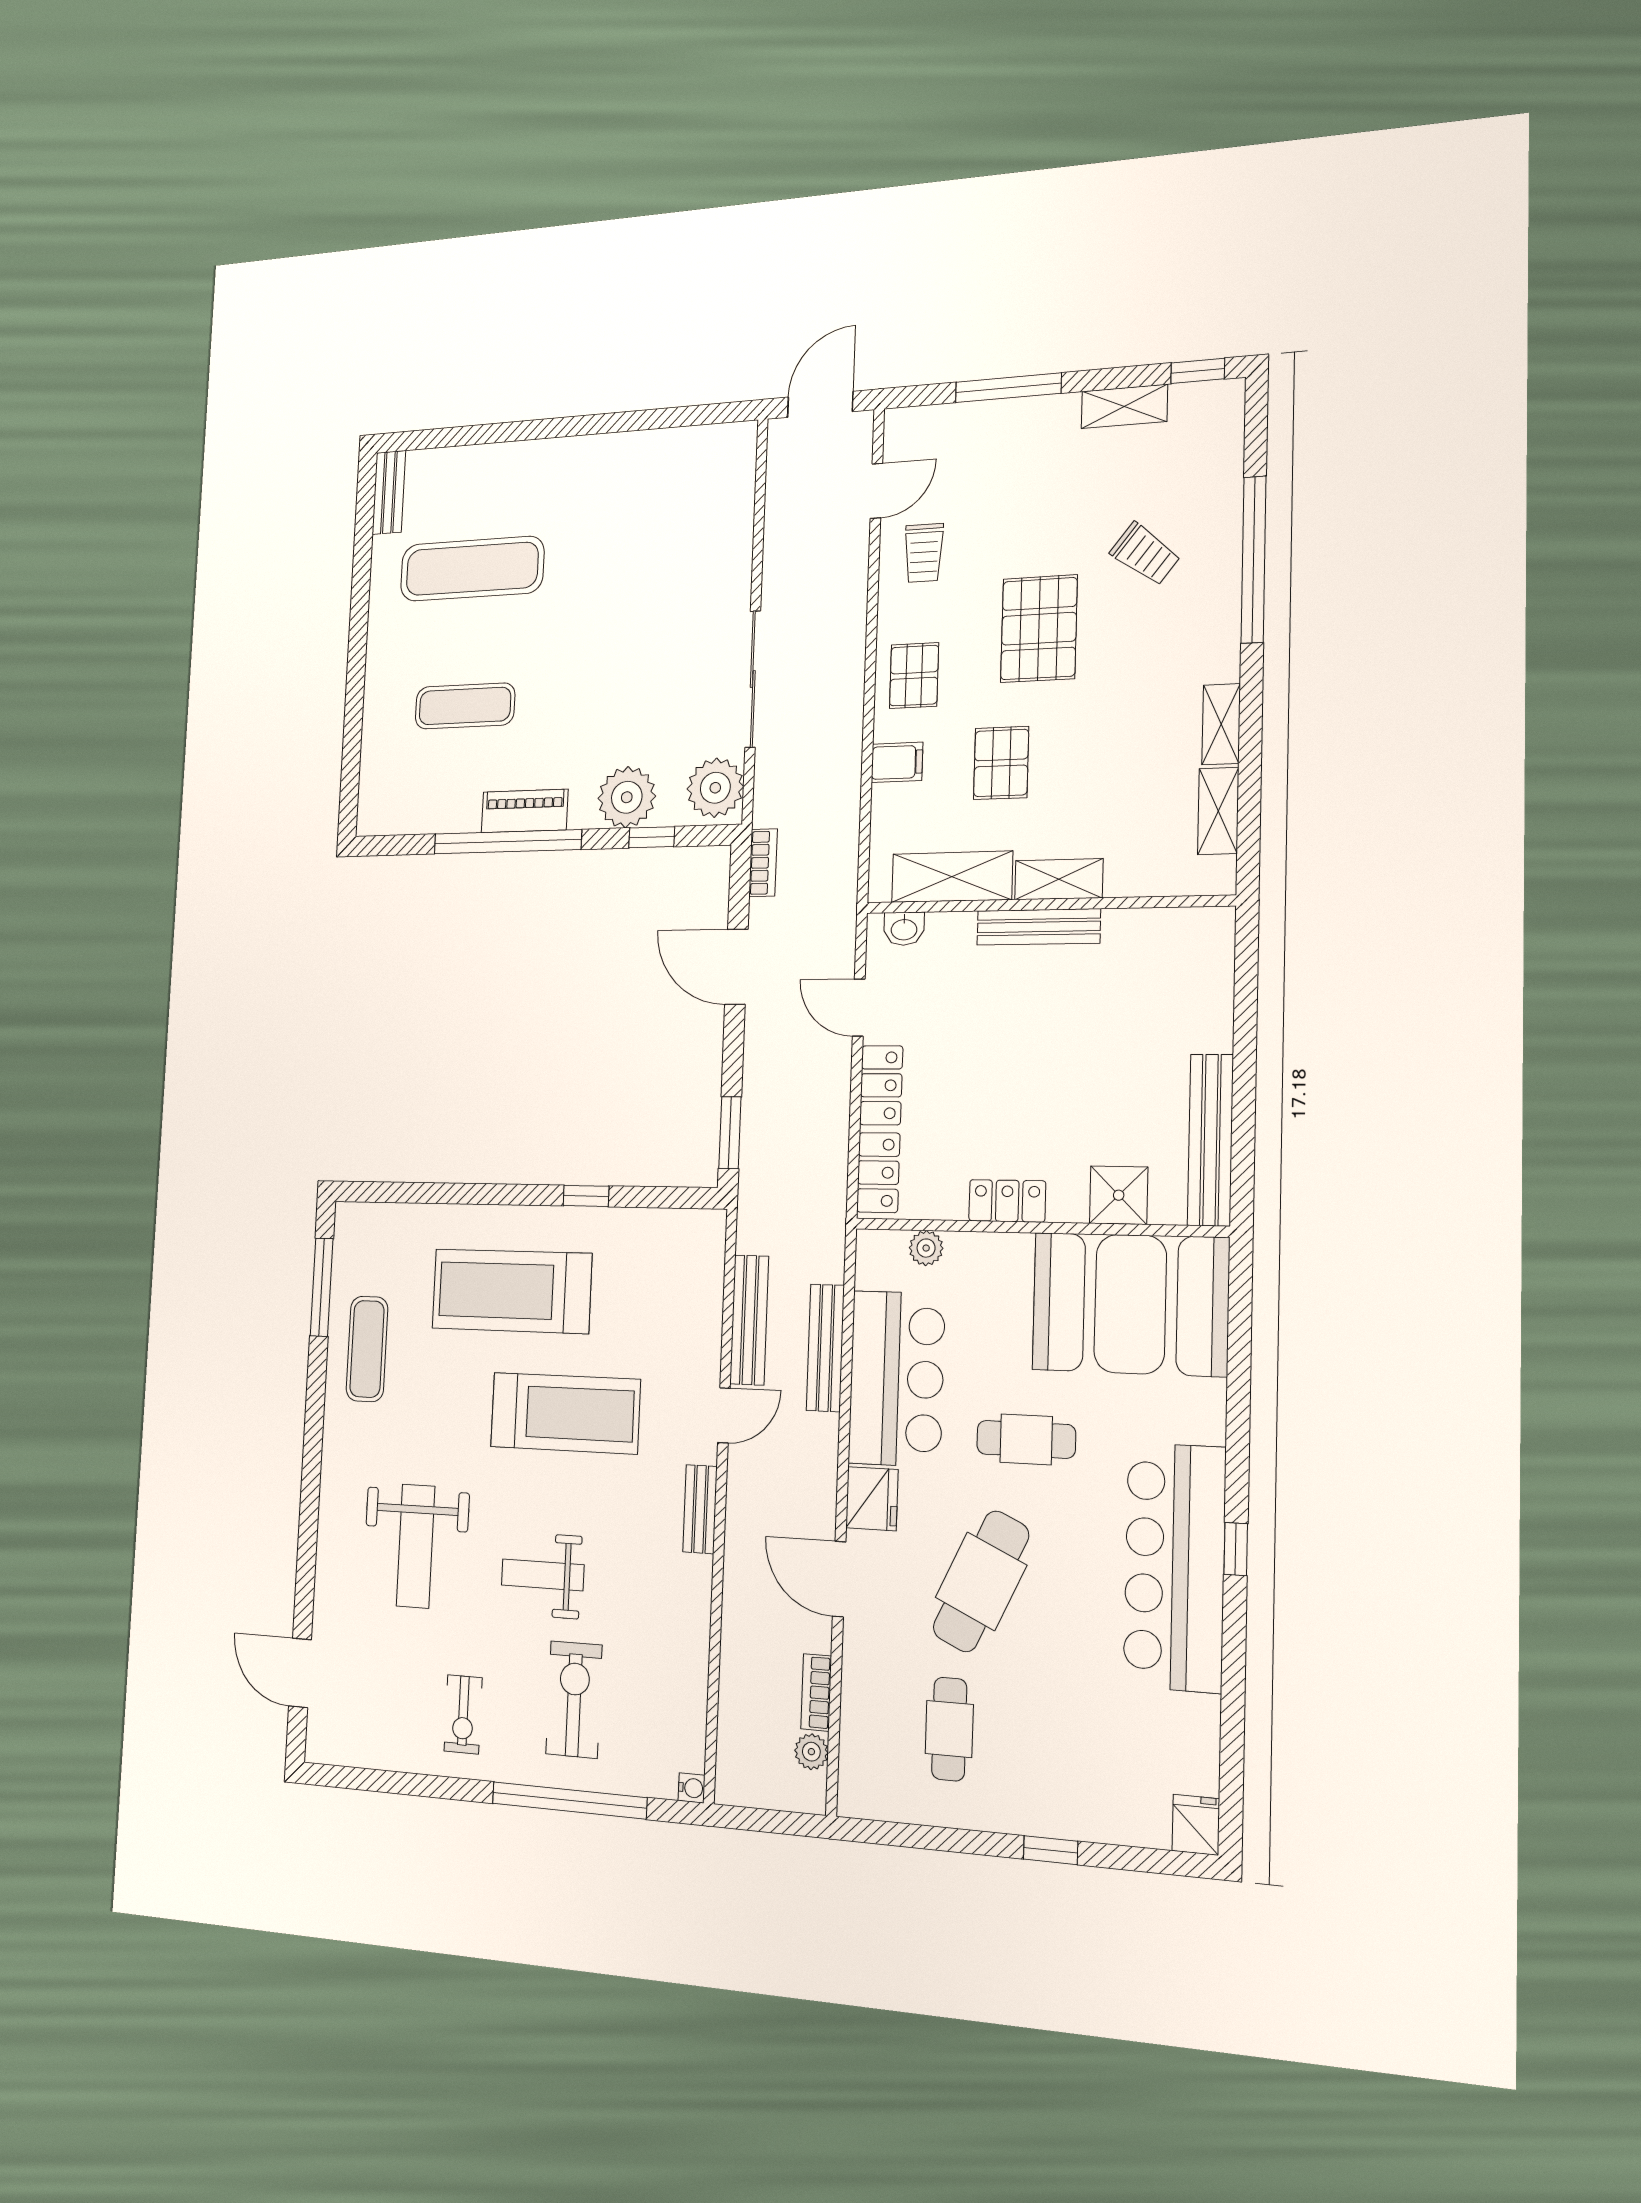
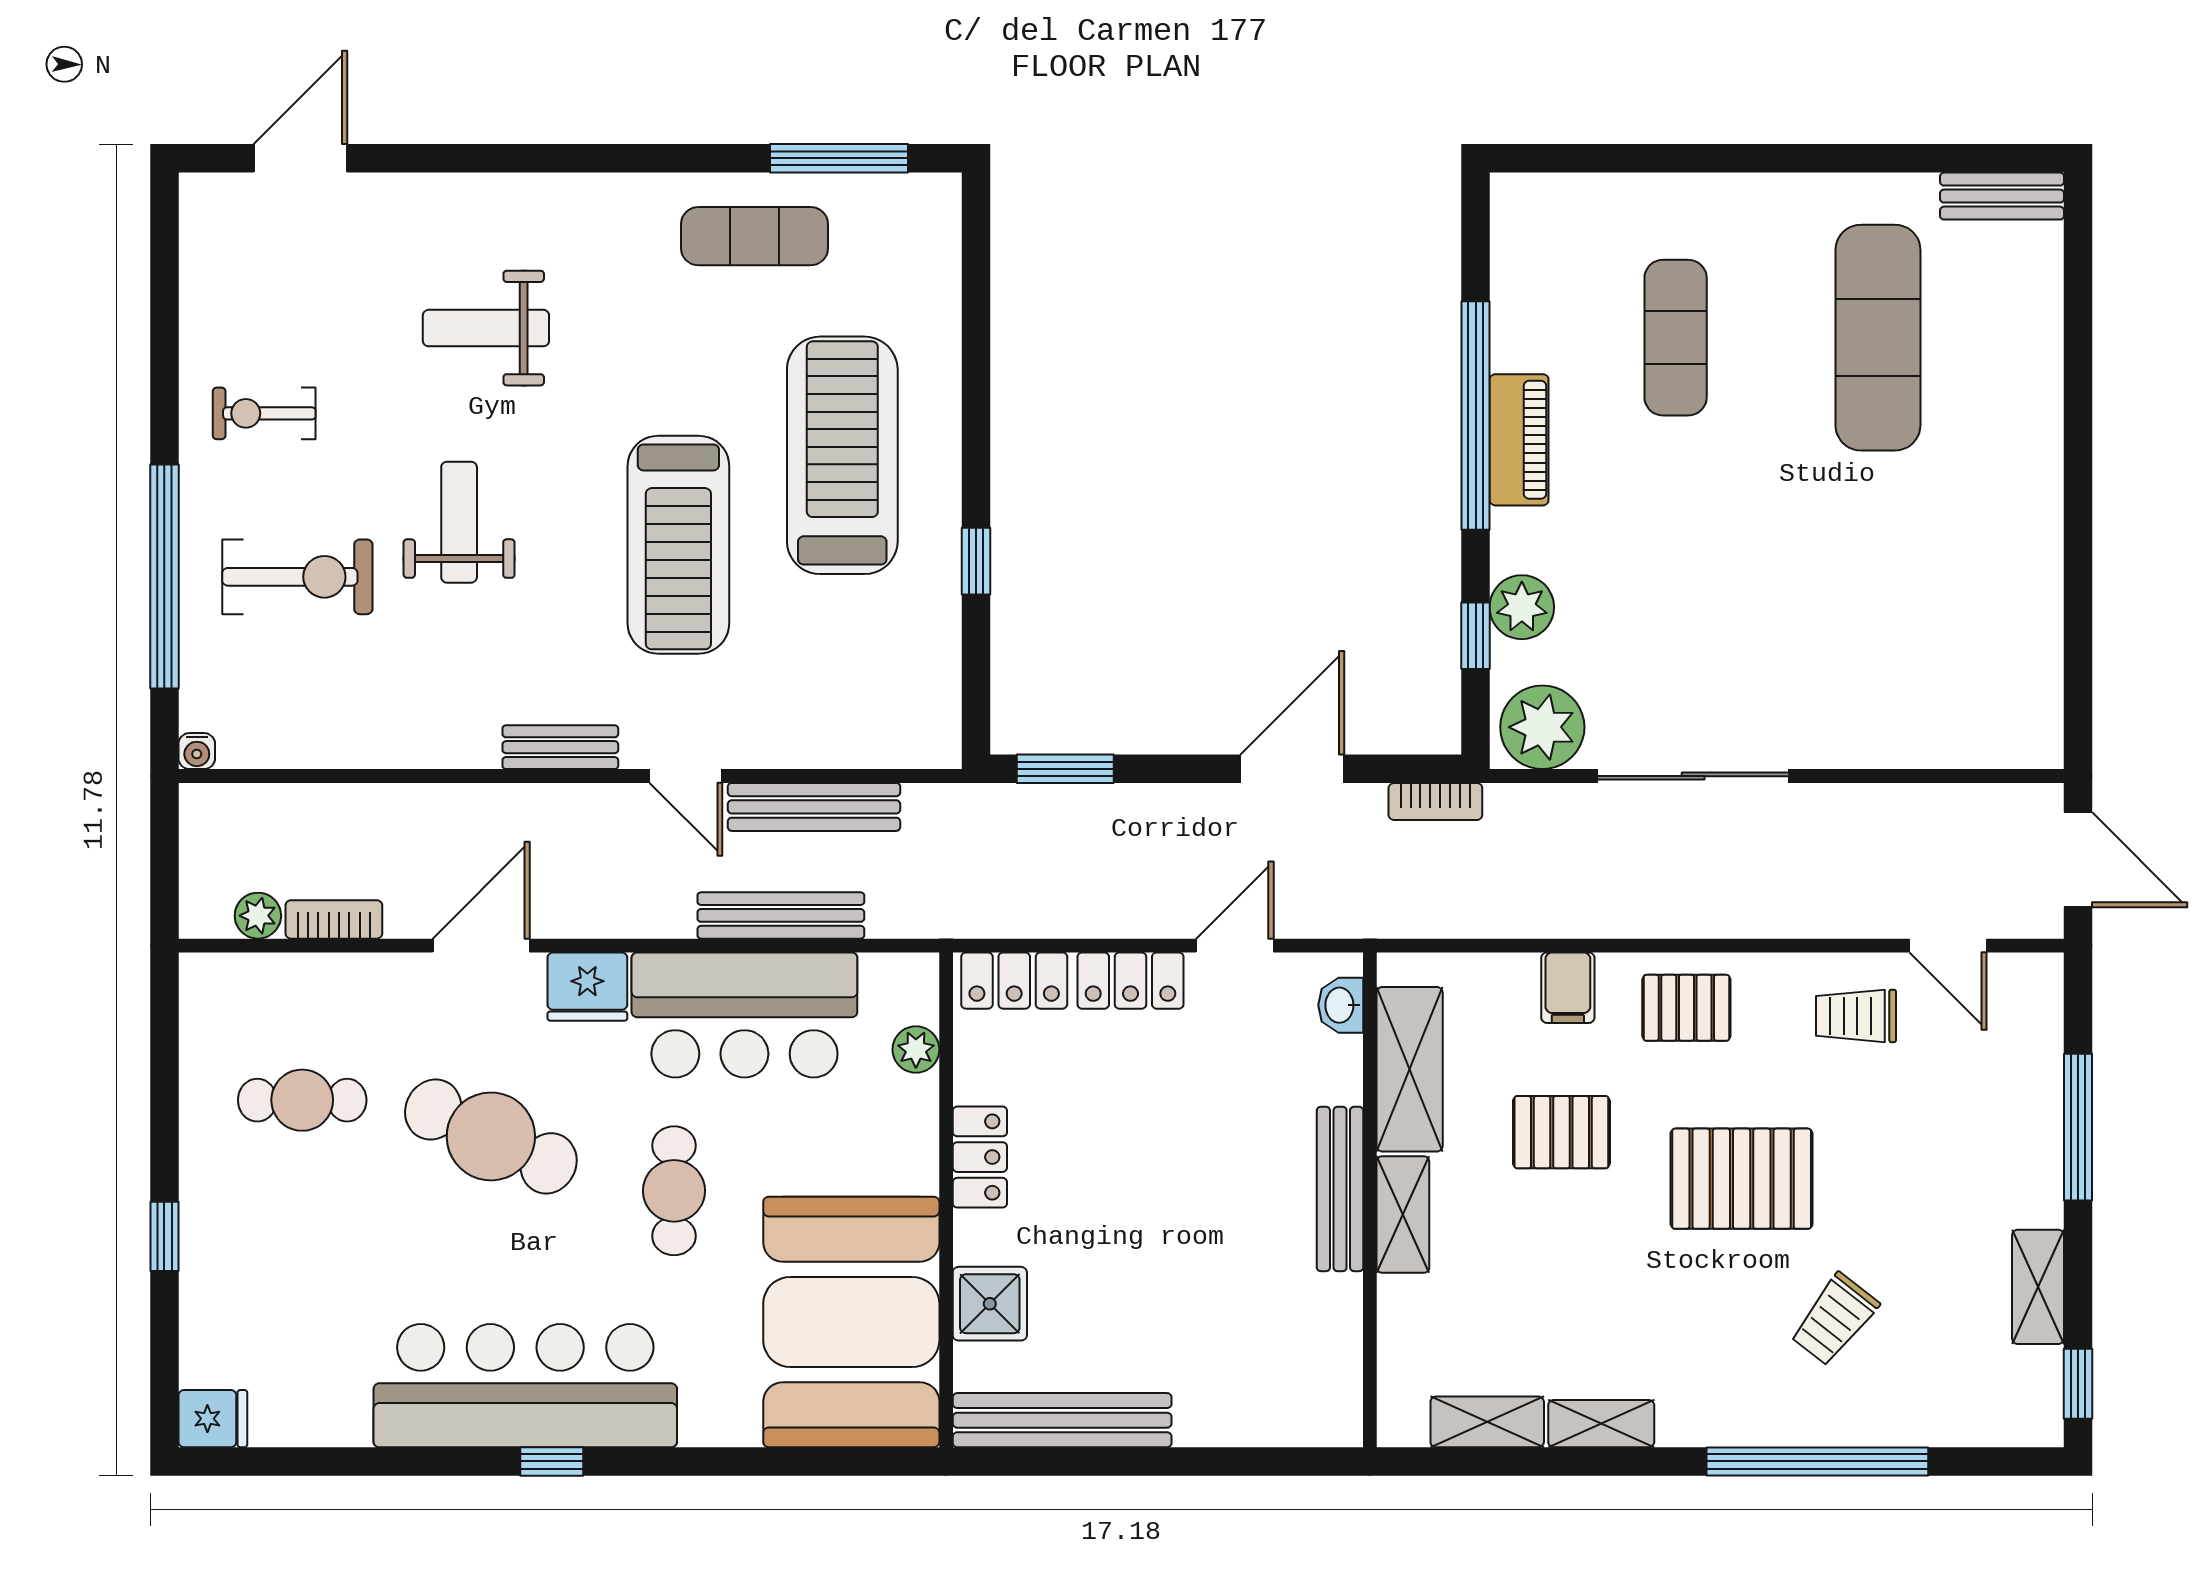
plant: (627, 797) -> (1522, 607), width x0.73, depth x0.73
weight bench: (416, 1546) -> (486, 328), width x0.73, depth x0.75

